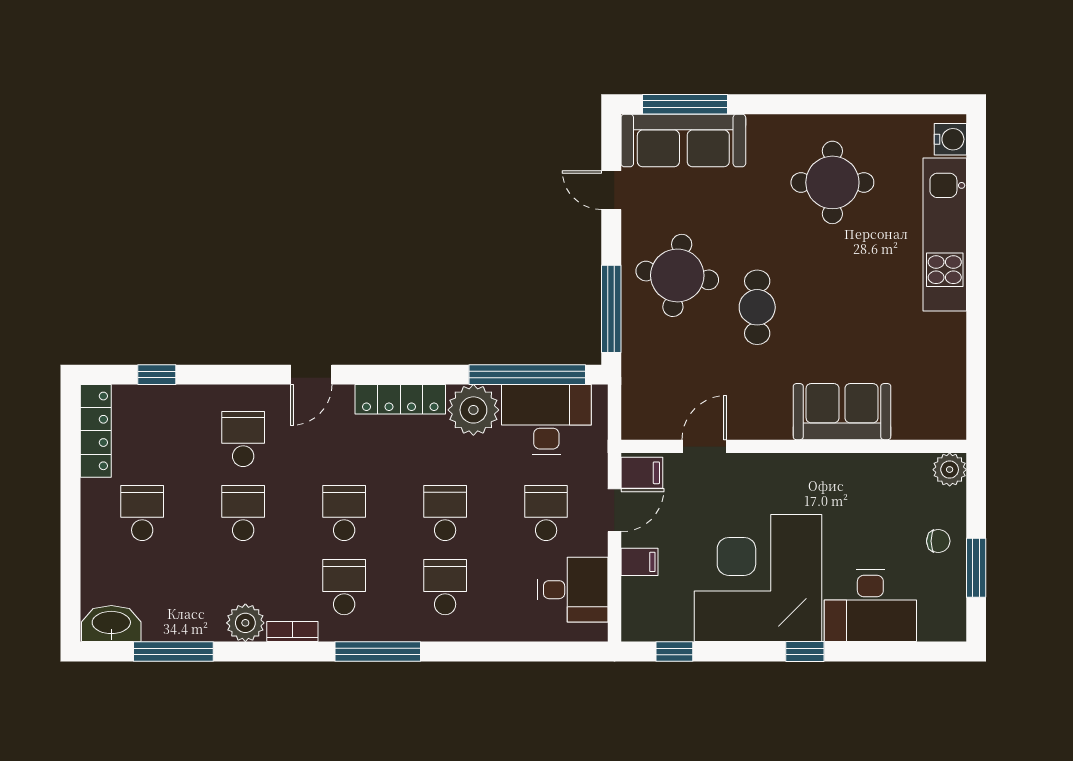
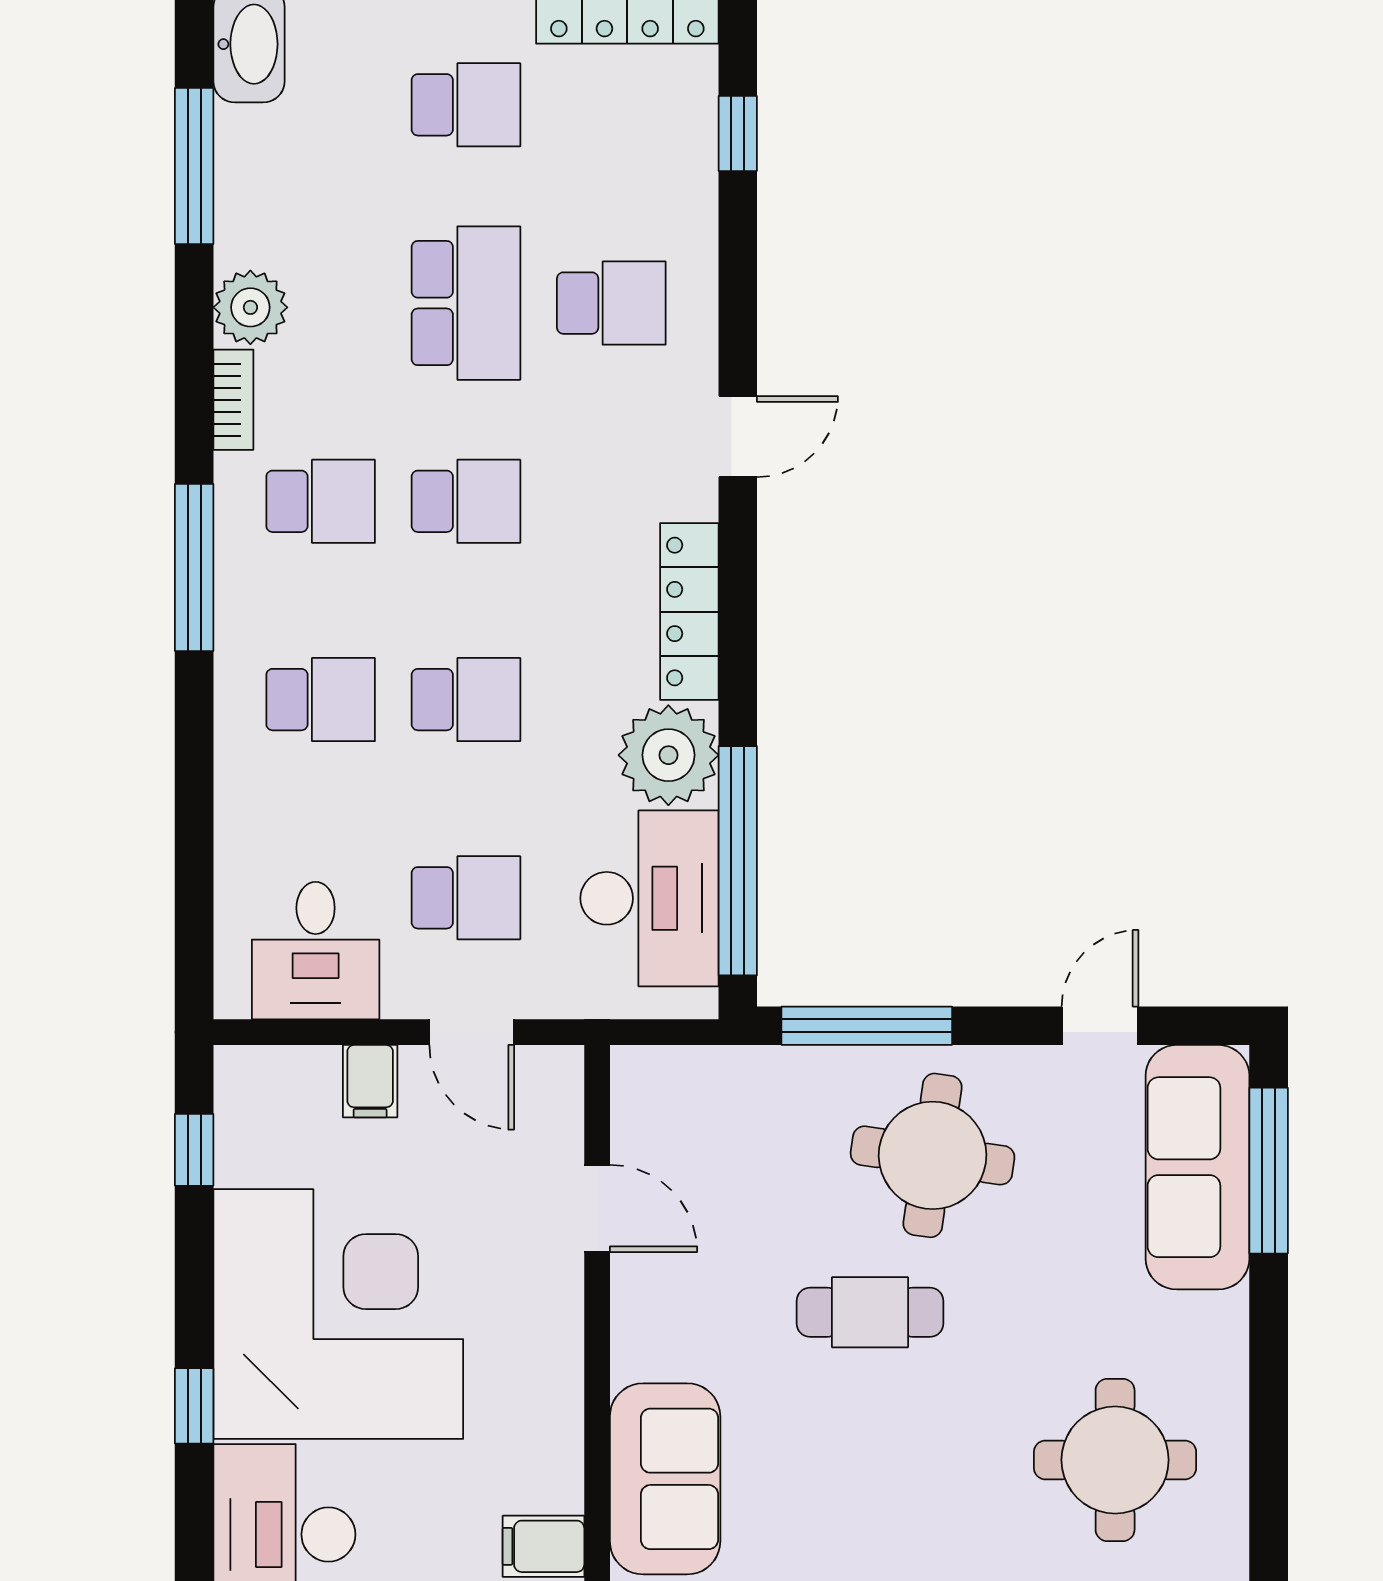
door: (311, 375) -> (738, 437), swing flipped
filing cabinet: (642, 473) -> (543, 1546), moved, turned 90
school desk: (243, 513) -> (466, 303), width x1.85

